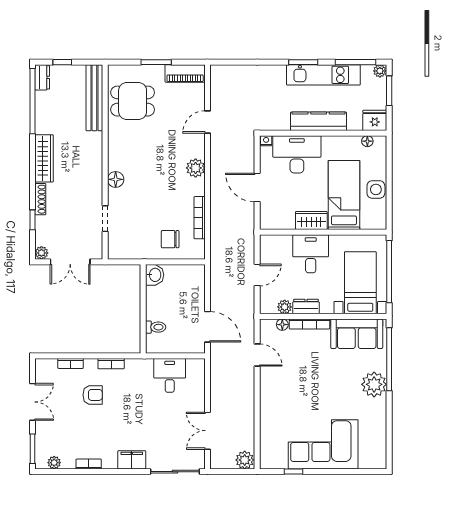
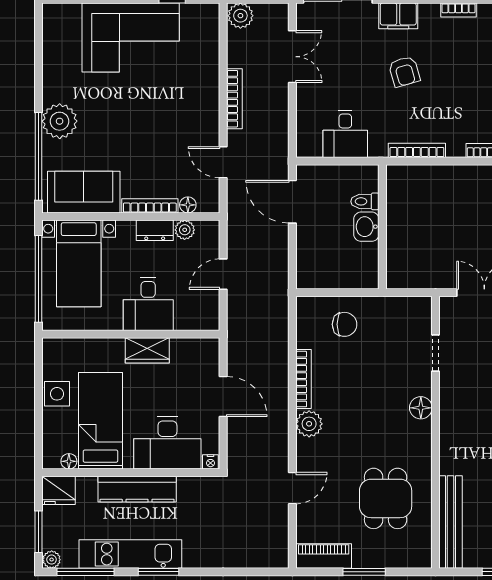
dining table: (133, 101) -> (386, 498), moved, turned 90
bed: (344, 195) -> (100, 421), moved, turned 180
bookcase: (200, 218) -> (303, 379), moved
washbasin: (155, 275) -> (366, 227), moved
bookcase: (111, 364) -> (417, 150), width x1.56
armchair: (93, 395) -> (404, 71), moved, turned -106
bookcase: (249, 401) -> (234, 99), added

